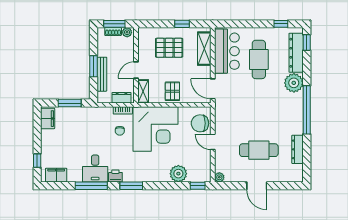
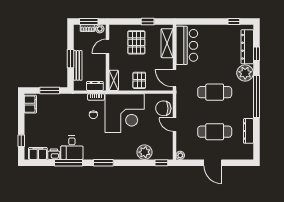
window: (307, 42) -> (256, 54), moved
pallet: (169, 48) -> (136, 42), turned 90
cafe table: (259, 59) -> (215, 92), moved, turned 90
door: (136, 70) -> (108, 46), moved
printer: (115, 176) -> (54, 154), moved

